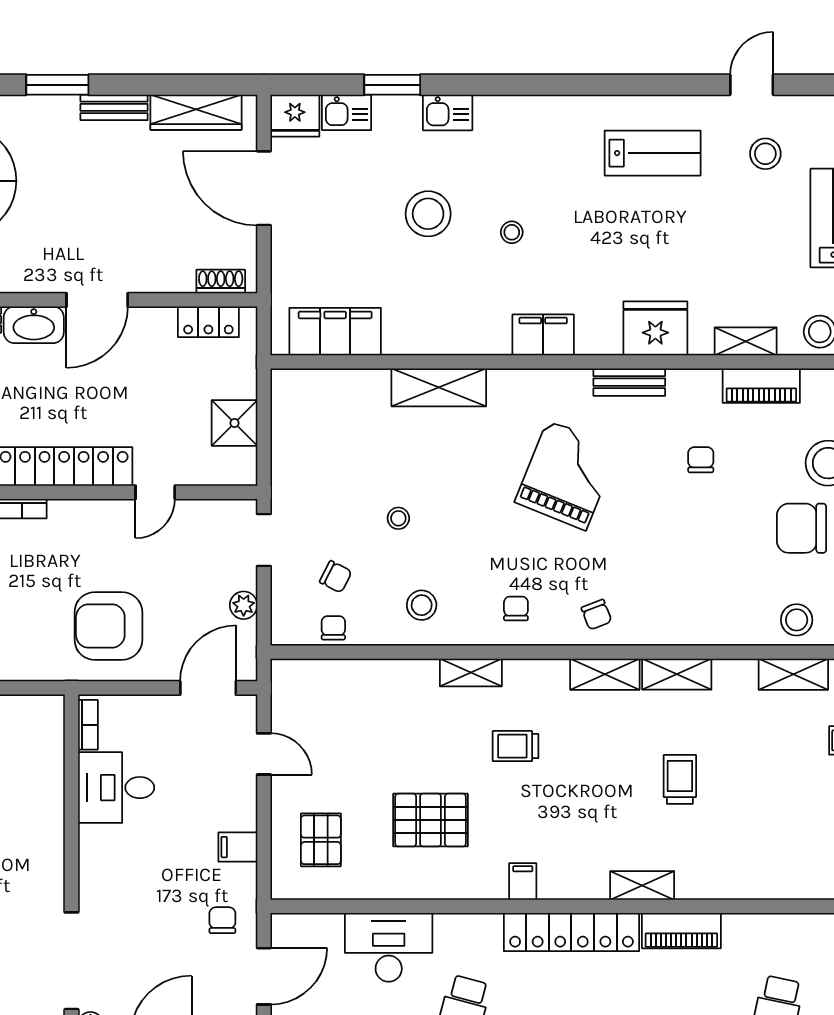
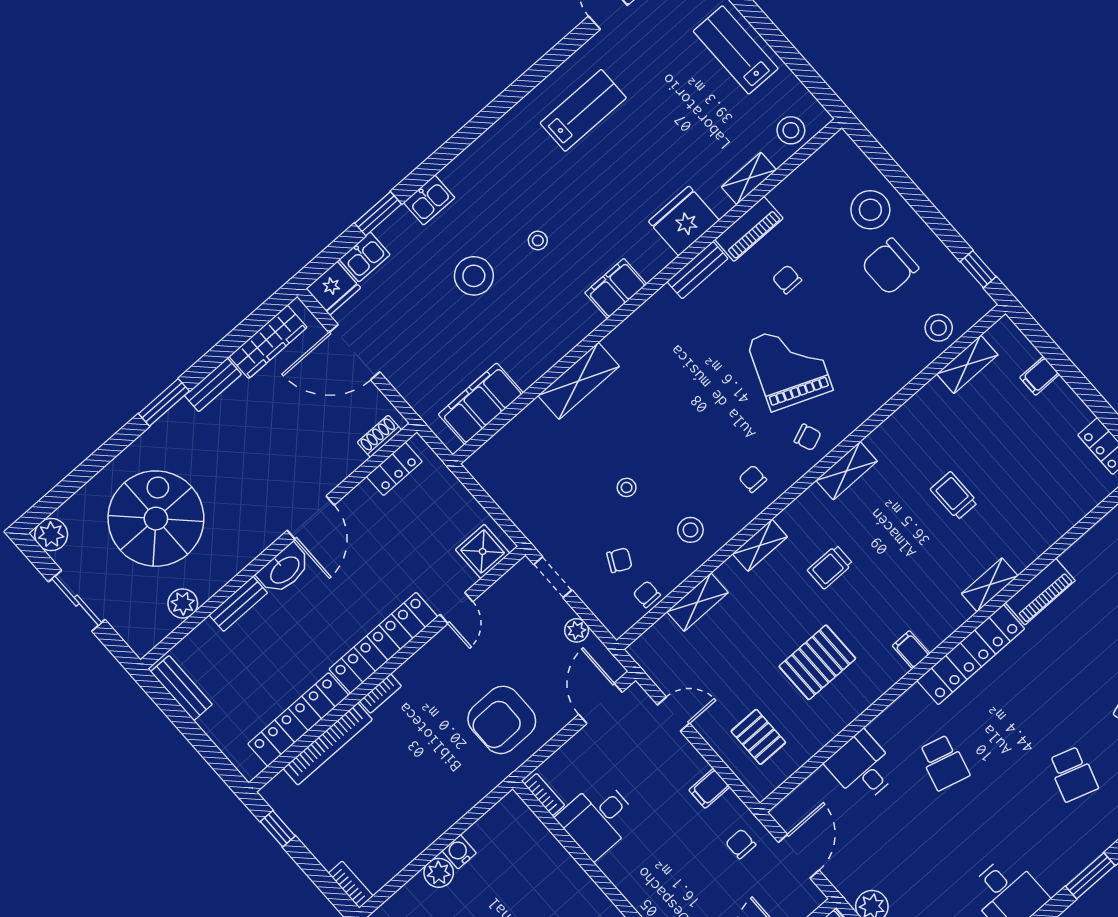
stool: (765, 154) -> (656, 47), removed
piano: (761, 386) -> (749, 229), moved
shower: (234, 423) -> (483, 551), moved
grand piano: (567, 475) -> (790, 365), moved
shelving: (677, 674) -> (698, 602), moved
desk: (389, 947) -> (862, 767), width x0.73

